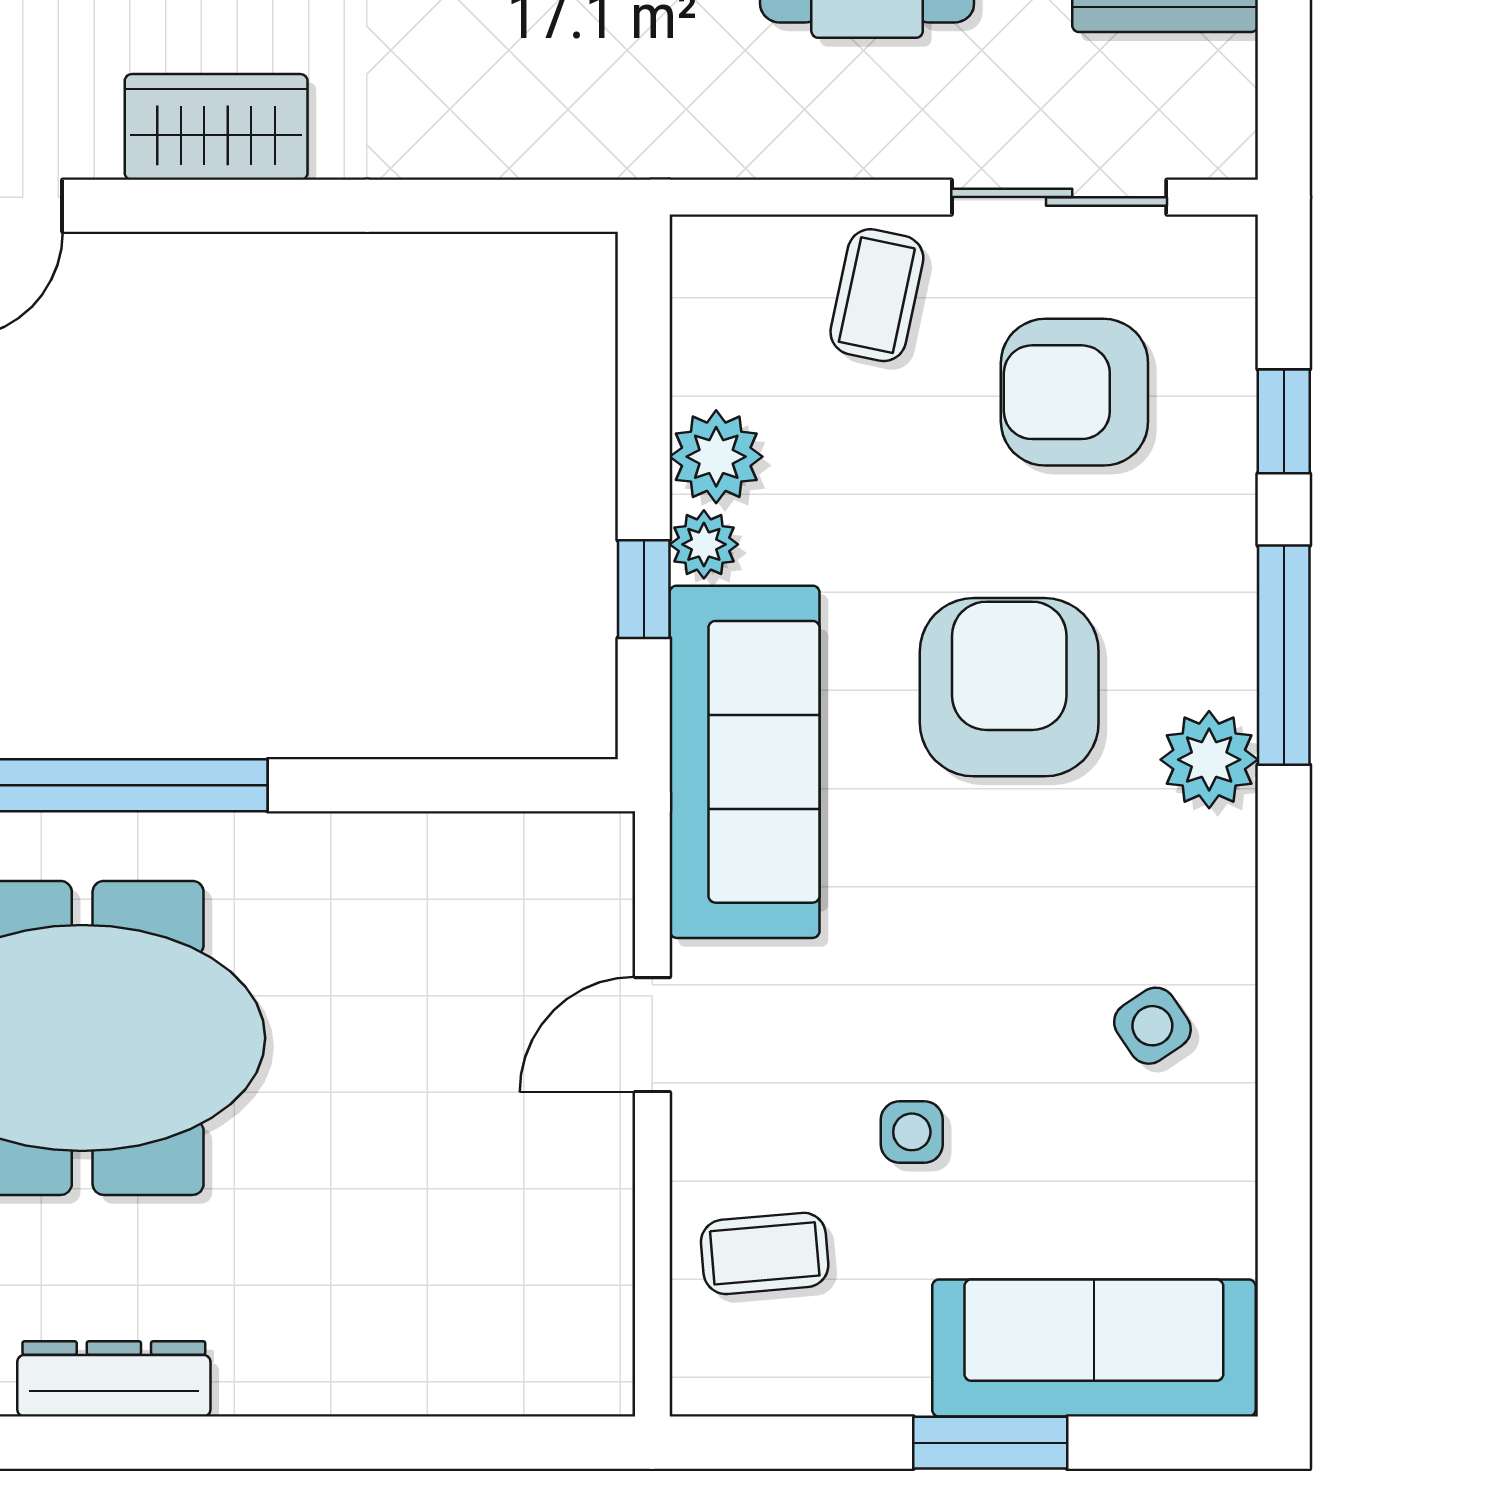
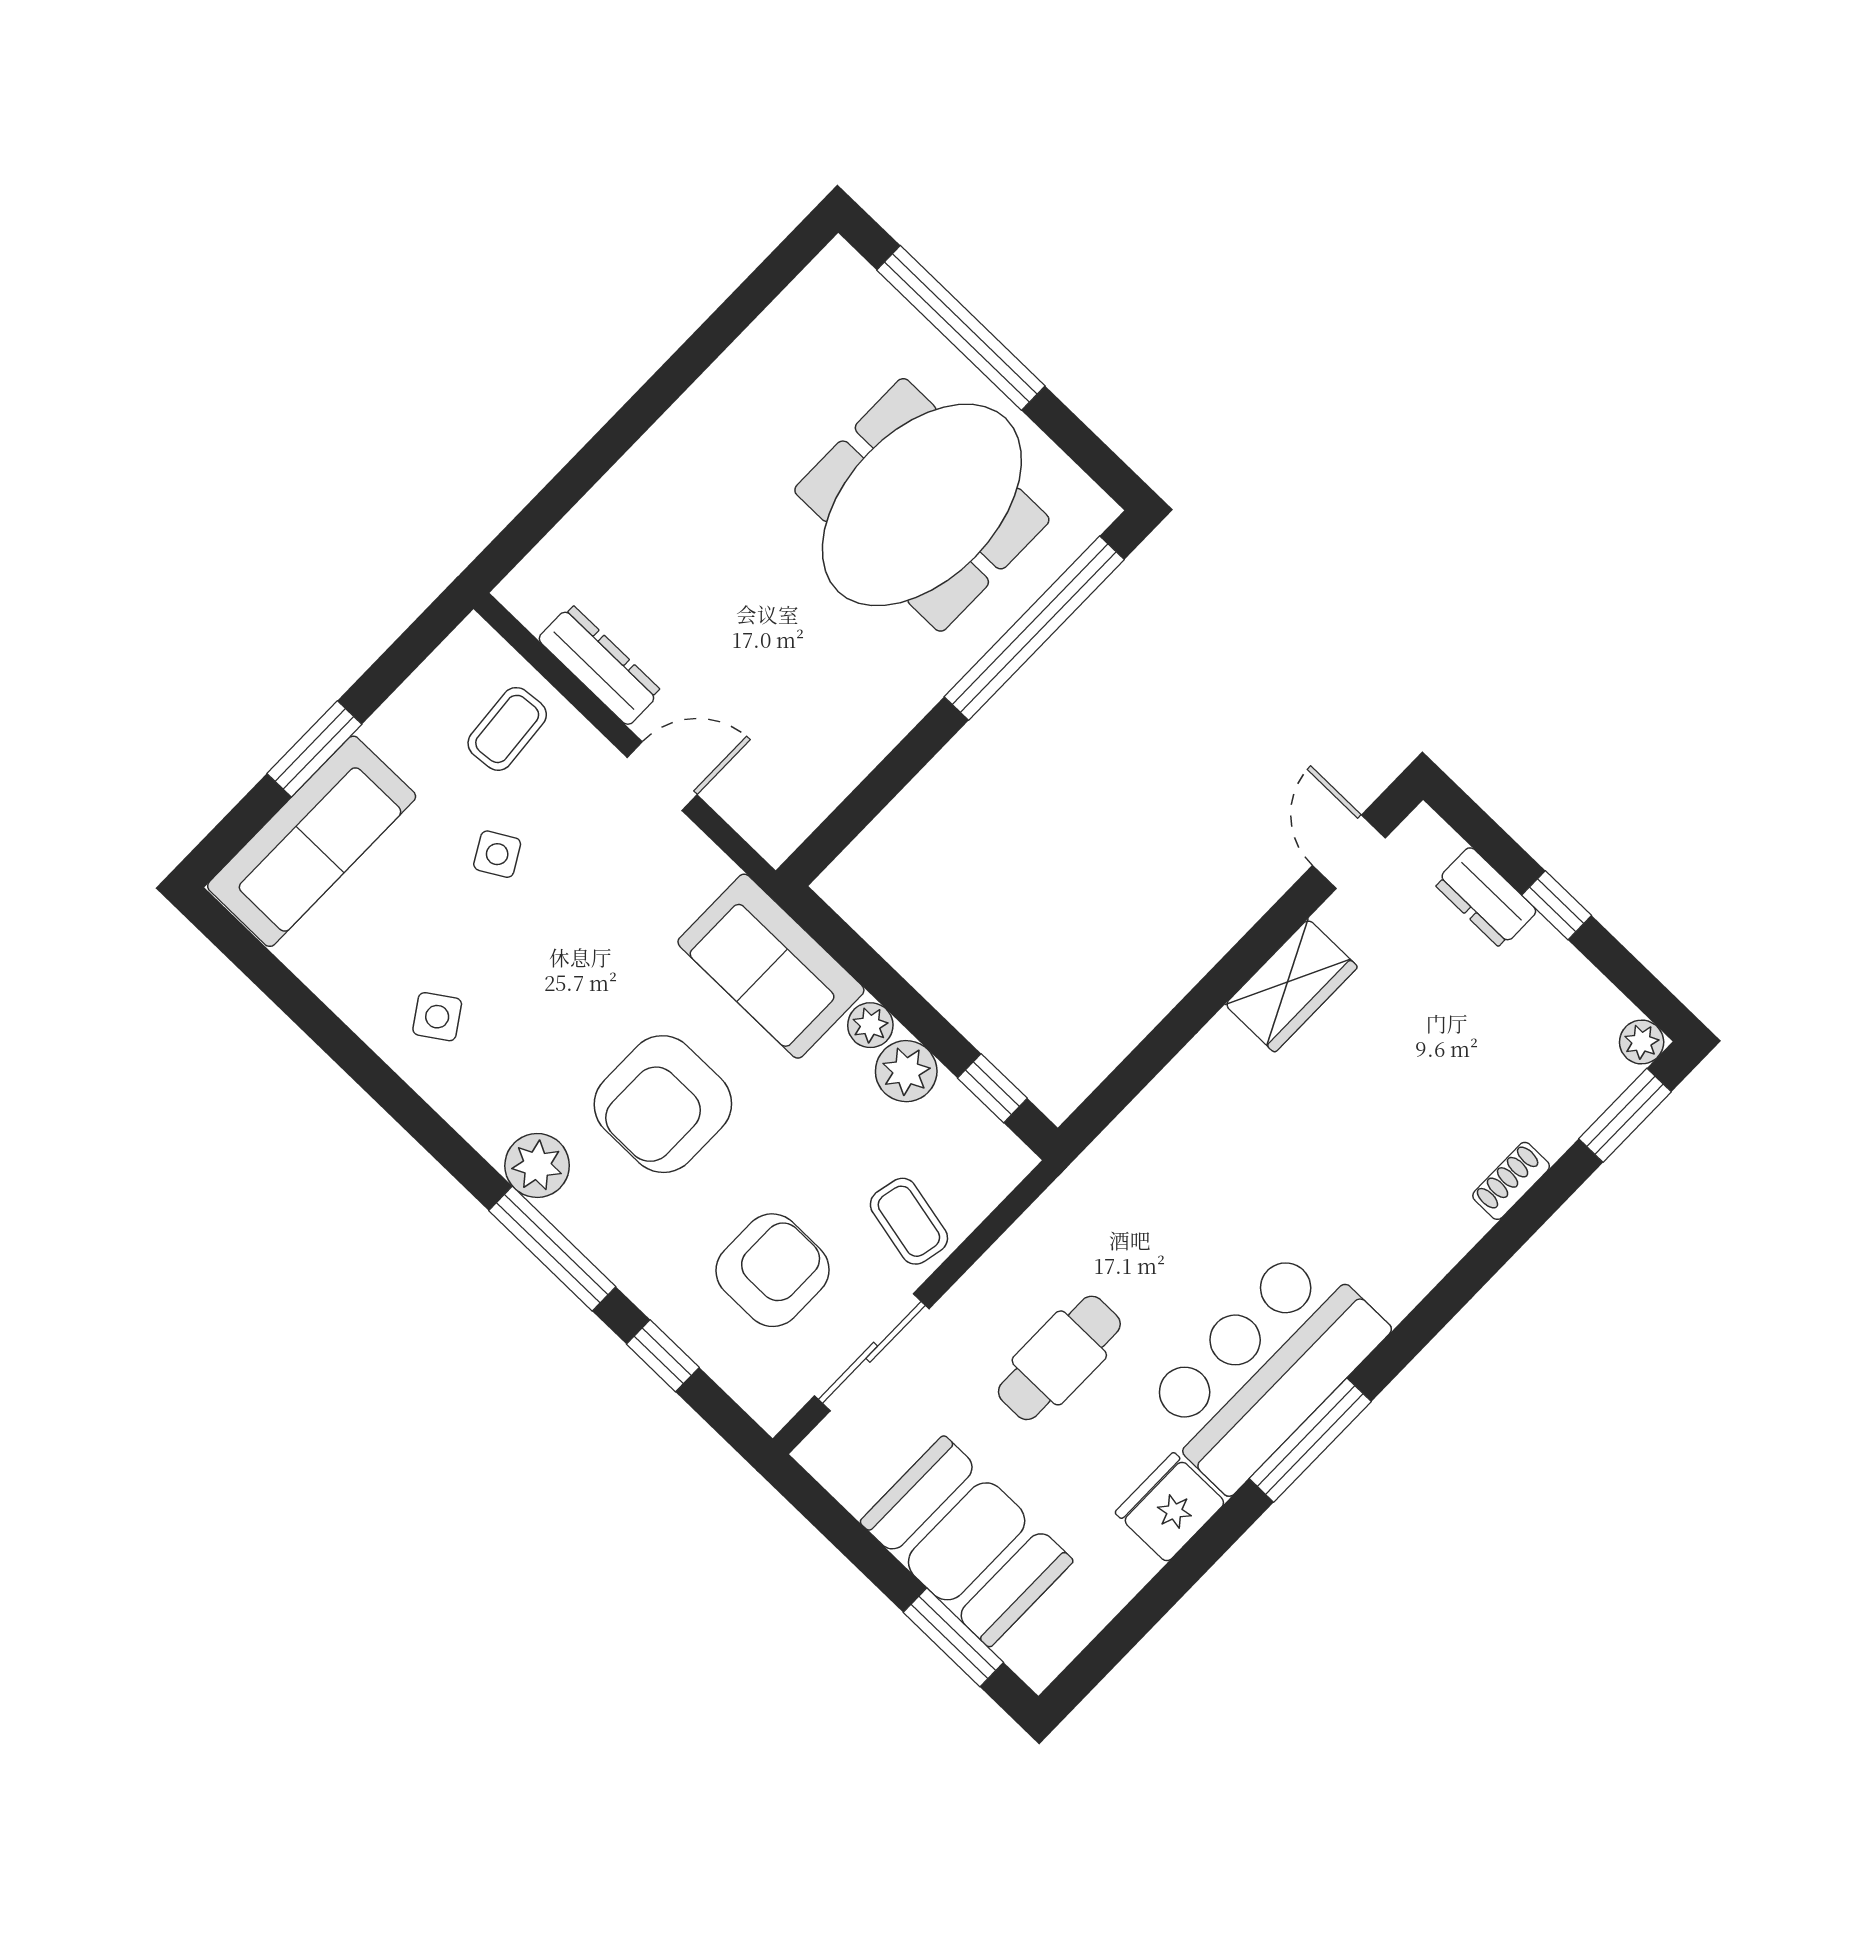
window: (644, 589) -> (992, 1088), moved
armchair: (1009, 687) -> (663, 1104), turned 90
sofa: (745, 762) -> (771, 966), width x0.73
door: (652, 1035) -> (662, 776), hinge flipped
side table: (912, 1132) -> (497, 854), turned -30
dresser: (114, 1379) -> (600, 665), moved, turned -90

